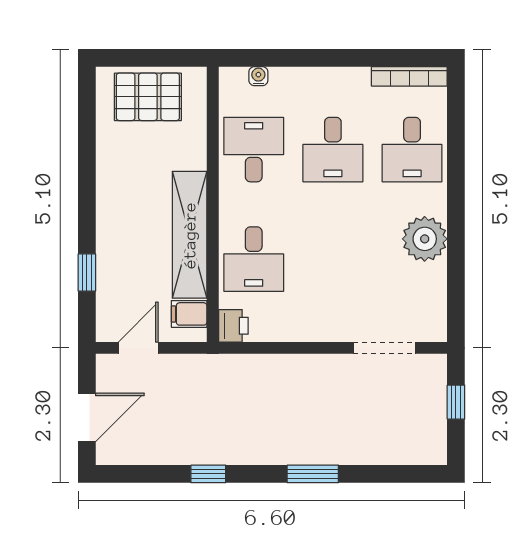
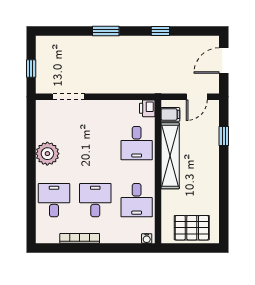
water cooler: (258, 76) -> (147, 238), moved
bookcase: (409, 76) -> (80, 238), moved
desk: (254, 259) -> (137, 143), turned 180

